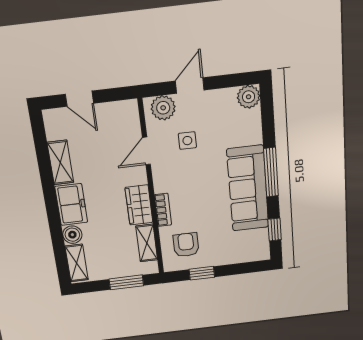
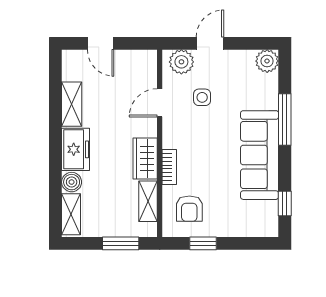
window: (271, 172) -> (285, 120), moved
armchair: (186, 245) -> (189, 209), turned 180

